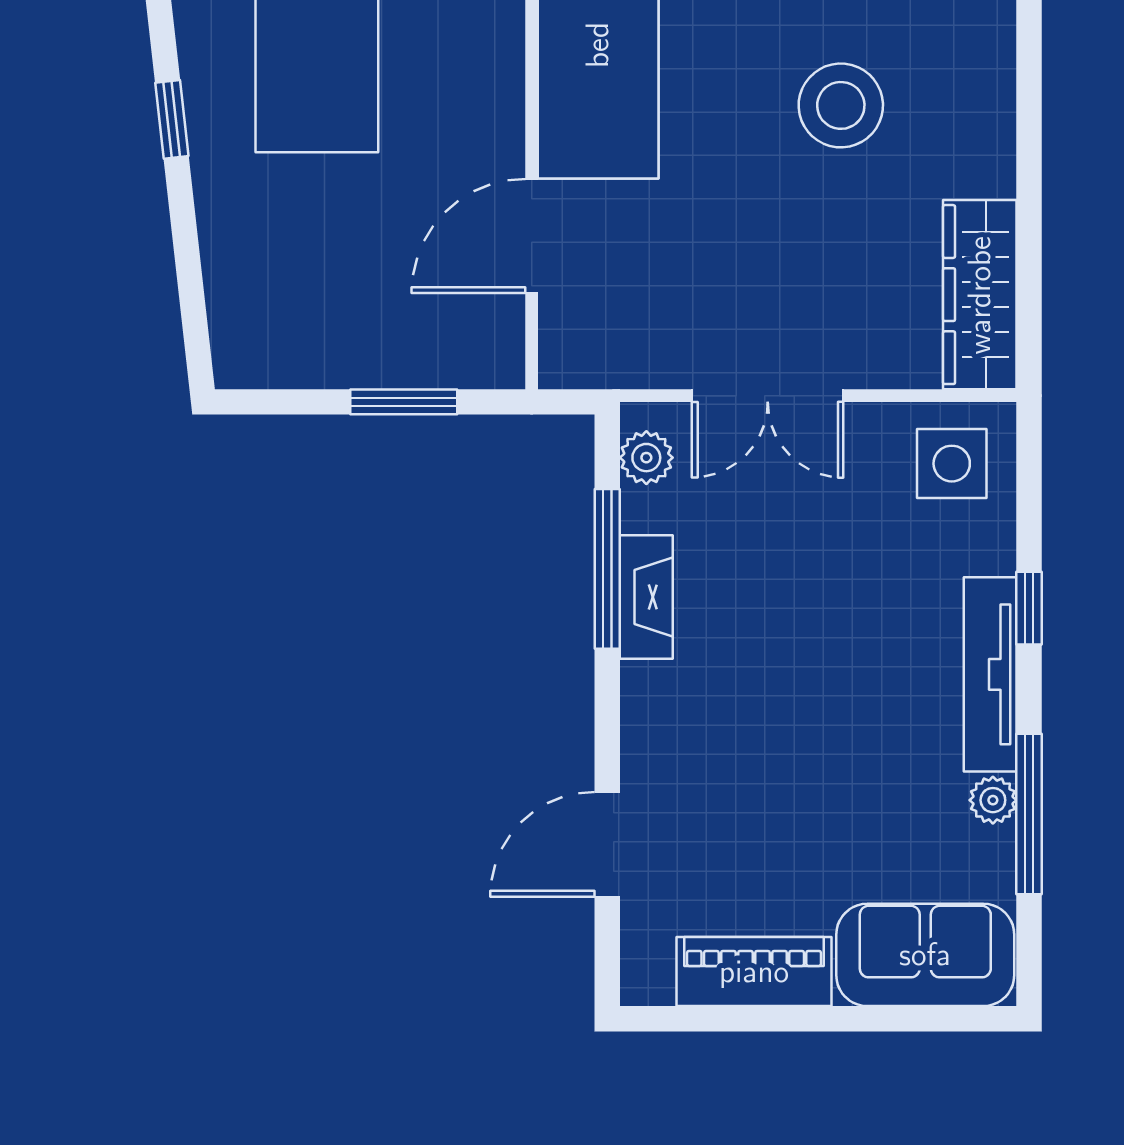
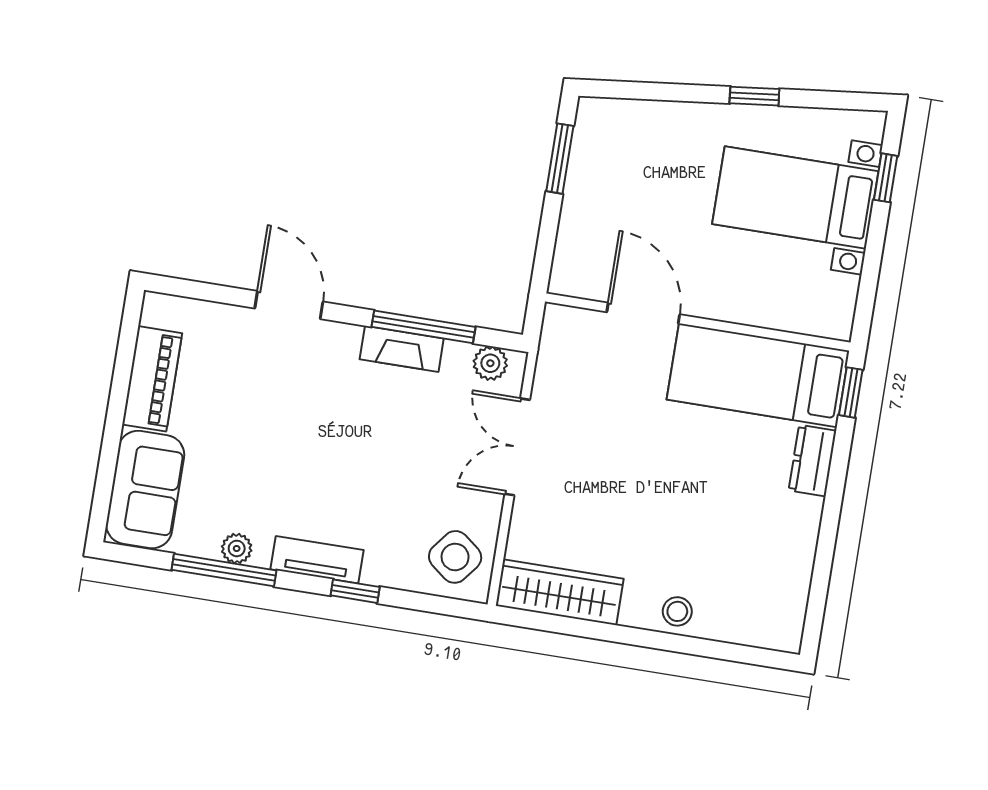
stool: (841, 105) -> (677, 611), moved, width x0.53, depth x0.53
window: (404, 402) -> (560, 159), moved
side table: (952, 464) -> (455, 557), turned 38
tv unit: (990, 674) -> (317, 560), width x0.71
door: (607, 844) -> (289, 305), moved

